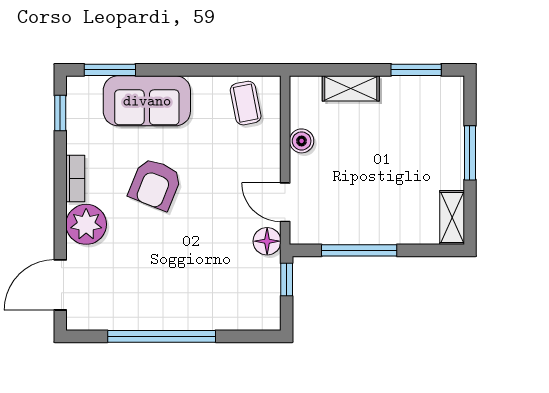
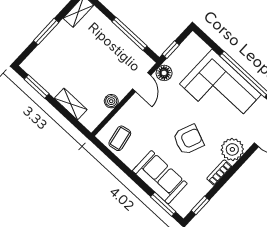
corner sofa: (174, 288) -> (220, 89), added

